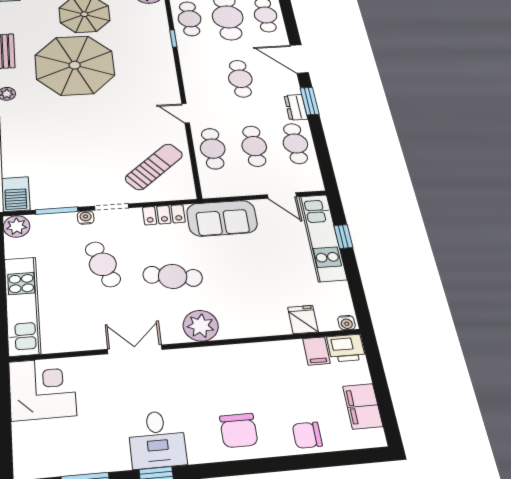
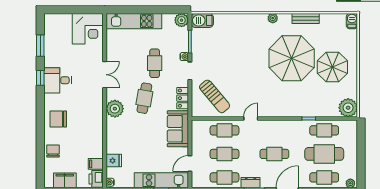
cafe table: (103, 264) -> (155, 63), turned -70

